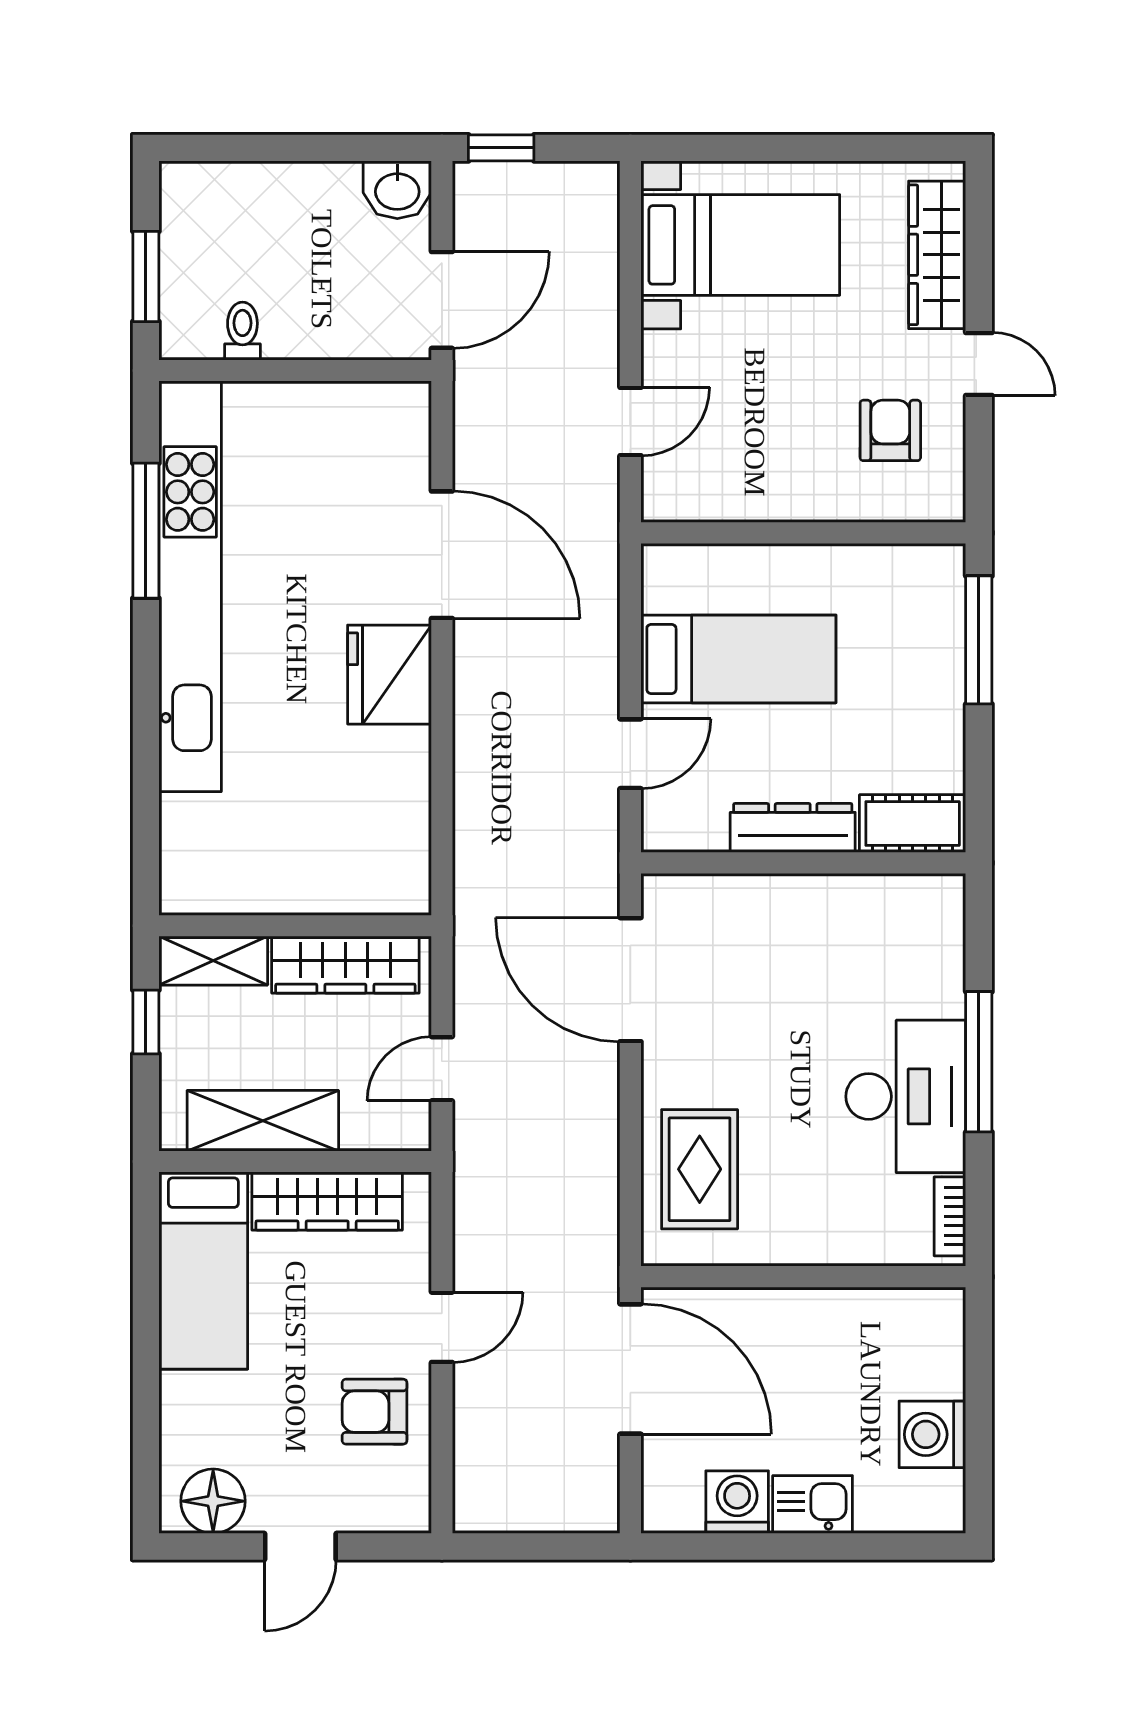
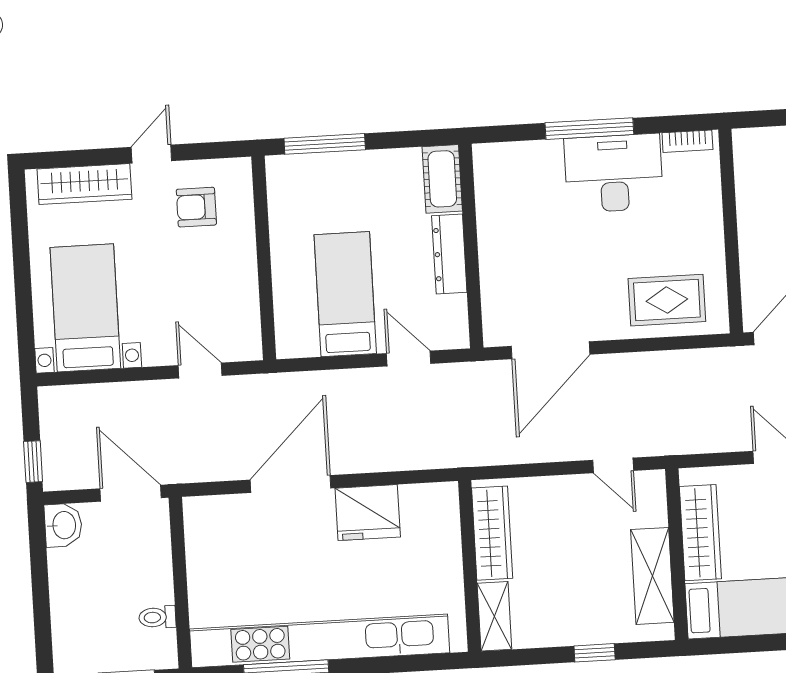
wall: (295, 926) -> (470, 566), moved
shelving: (213, 961) -> (494, 616), moved
wardrobe: (345, 965) -> (492, 533), moved

